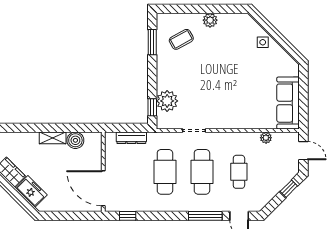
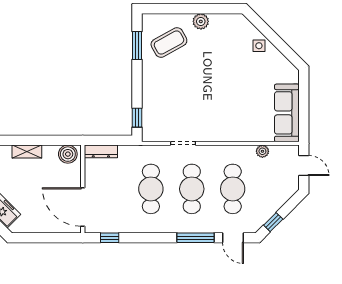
coffee table: (181, 39) -> (169, 43), width x1.36, depth x1.30
plant: (167, 101) -> (153, 111), removed
dresser: (131, 138) -> (101, 151), moved
boiler: (75, 140) -> (68, 154), moved
cafe table: (239, 172) -> (233, 189), width x1.37, depth x1.35
window: (289, 189) -> (273, 222), moved

